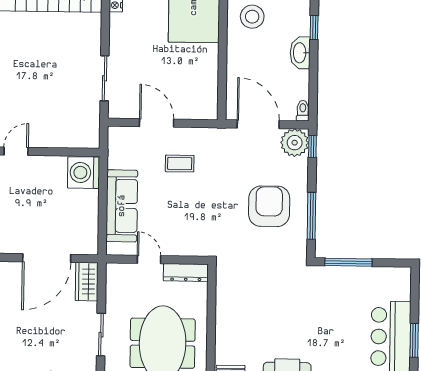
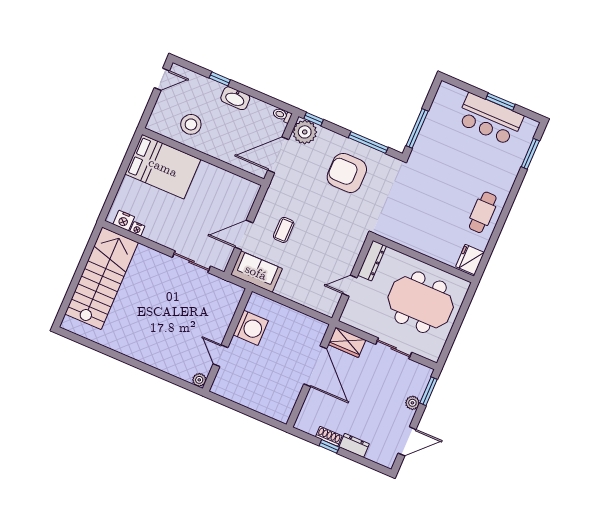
washing machine: (84, 173) -> (251, 328), moved, turned -90
sofa: (122, 206) -> (256, 272), moved, width x0.73

